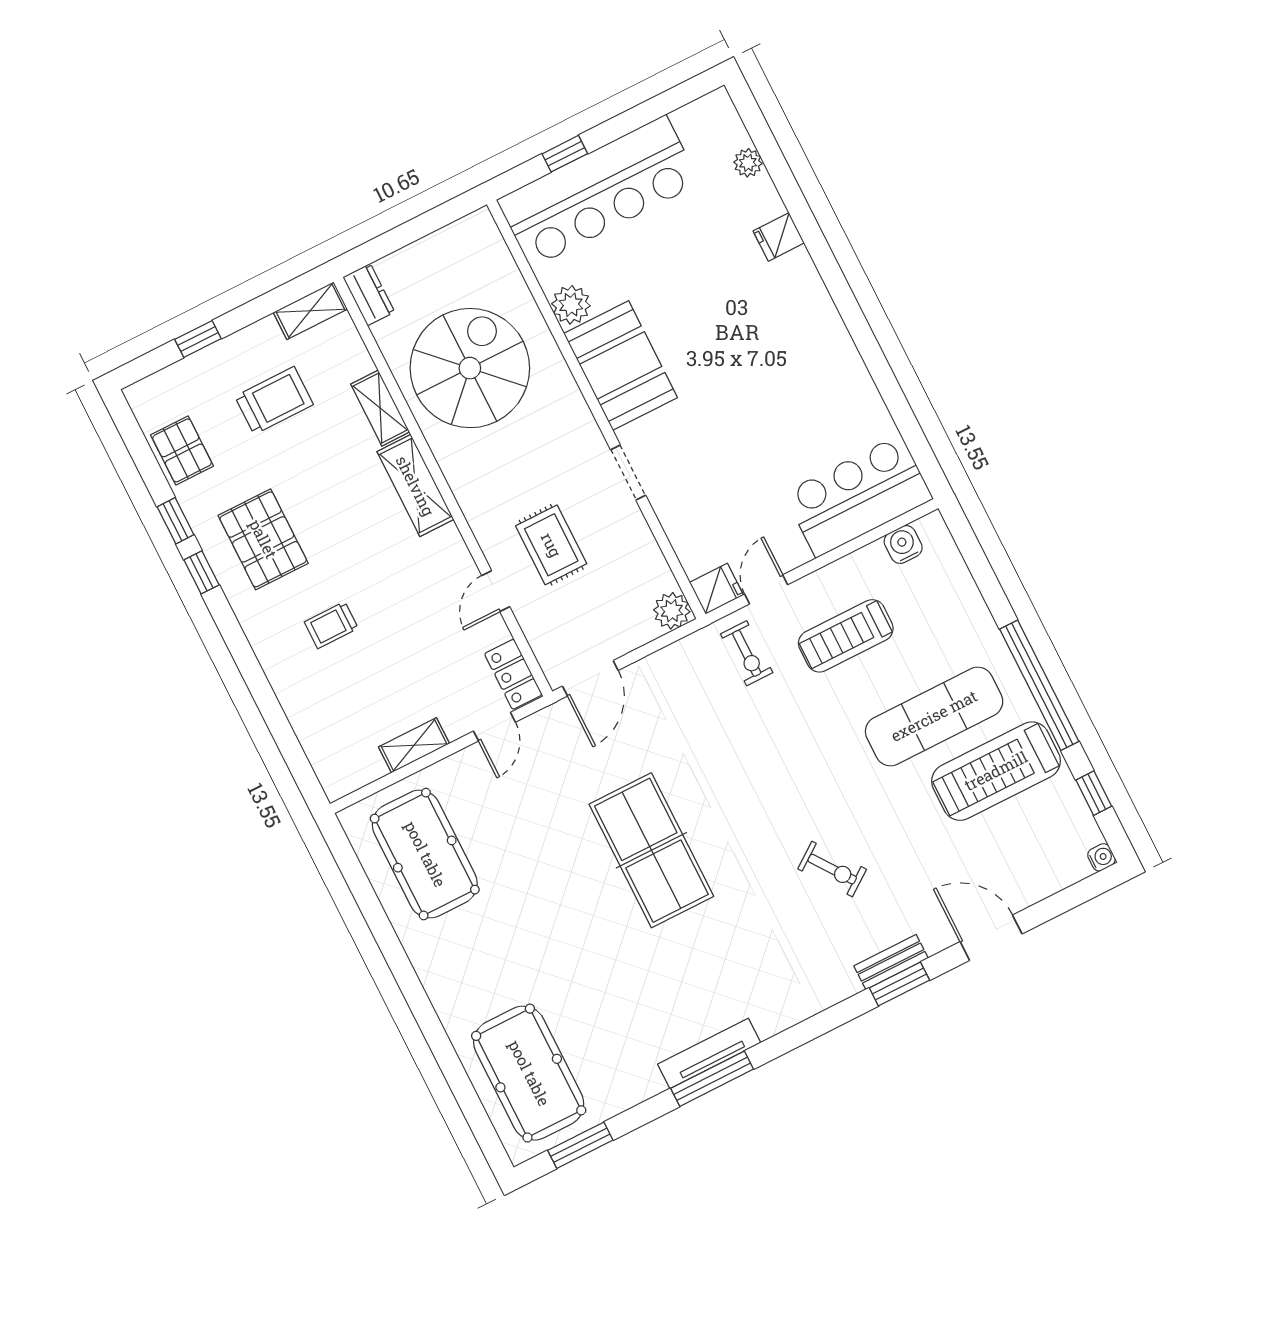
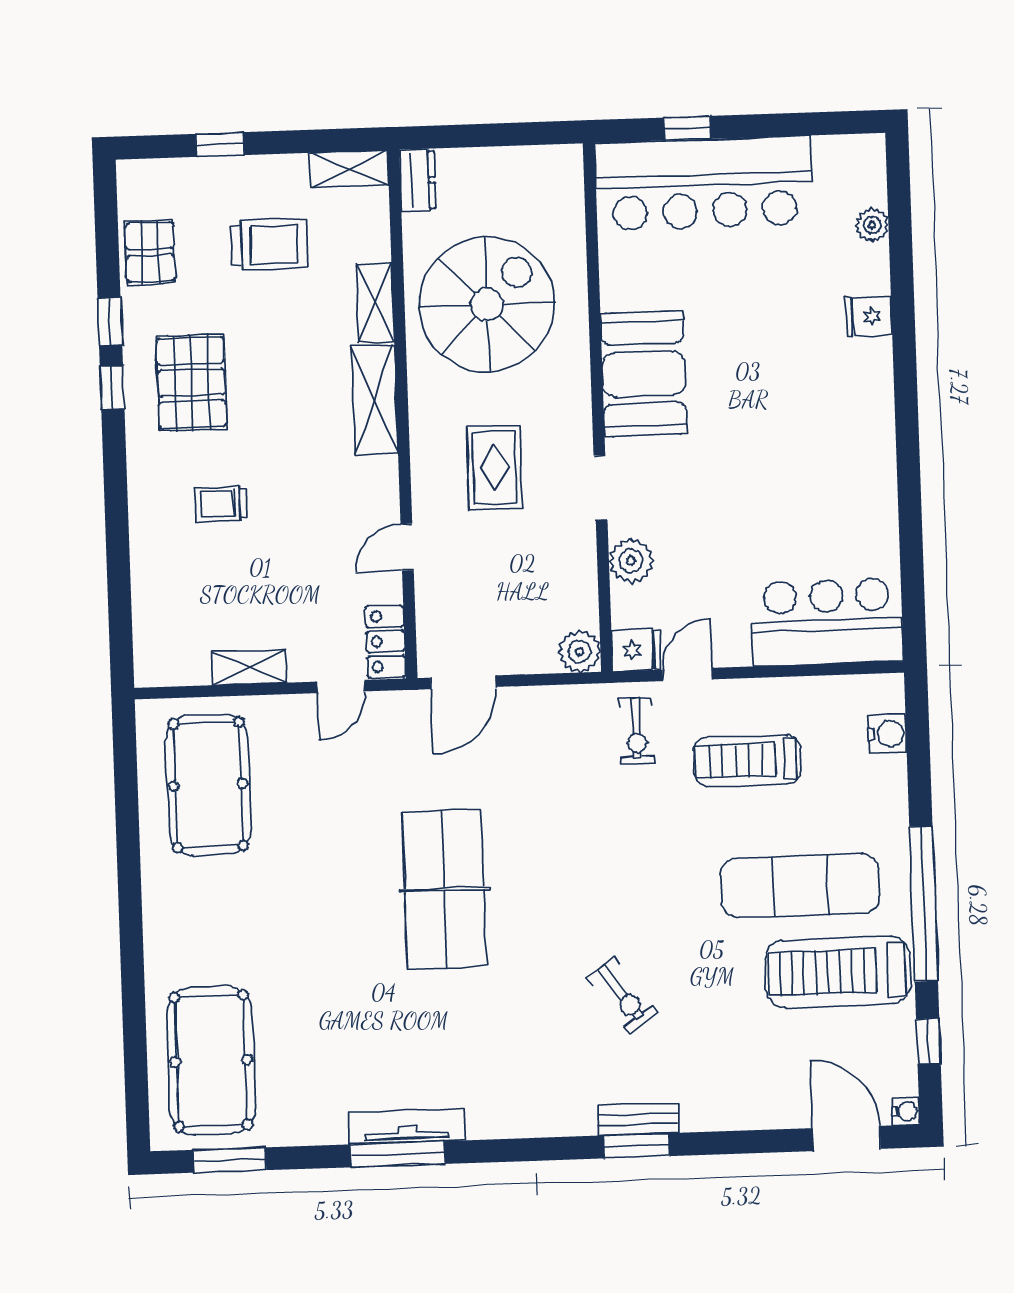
plant: (571, 305) -> (631, 561), moved
water cooler: (903, 544) -> (887, 734), moved, turned 90
rug: (551, 545) -> (494, 468), moved
door: (991, 938) -> (846, 1138), moved

